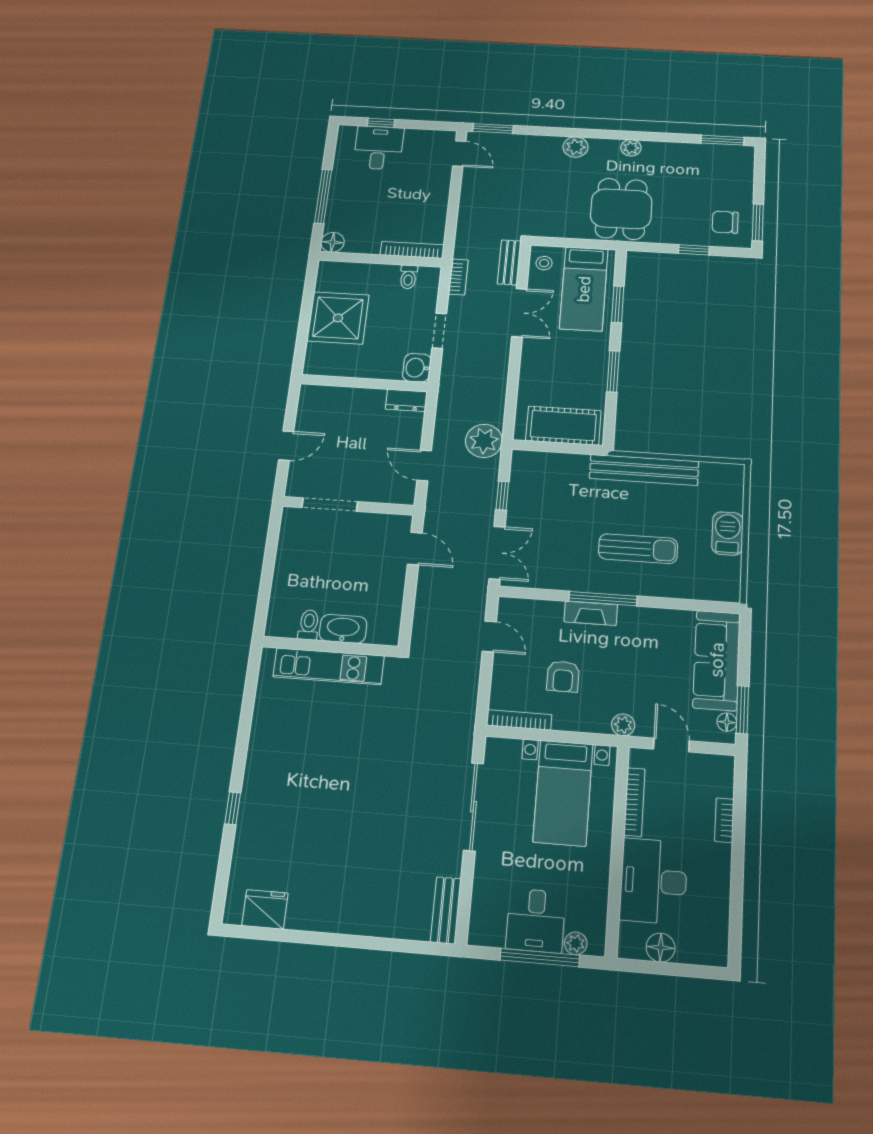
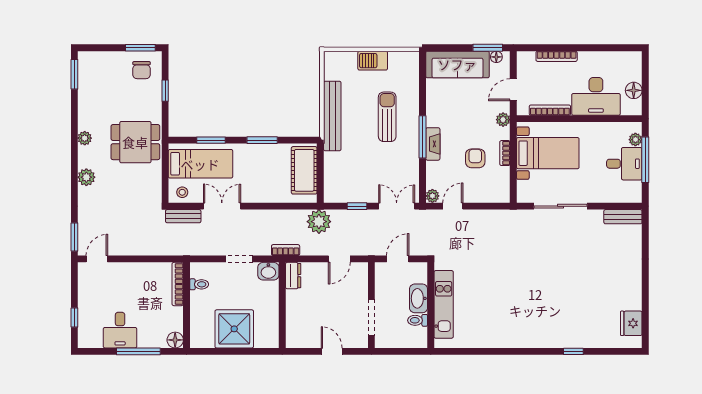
desk: (379, 148) -> (120, 330), moved, turned -90
bookcase: (458, 277) -> (286, 250), moved
plant: (508, 607) -> (432, 196), added
toilet: (309, 625) -> (418, 320), moved
washbasin: (343, 629) -> (419, 298), moved
wall: (330, 647) -> (431, 305), moved
kitchen unit: (329, 666) -> (444, 304), moved
armchair: (563, 676) -> (475, 158), turned -90
bookcase: (519, 720) -> (505, 153), moved, width x0.64
bookcase: (724, 820) -> (557, 56), width x1.56

